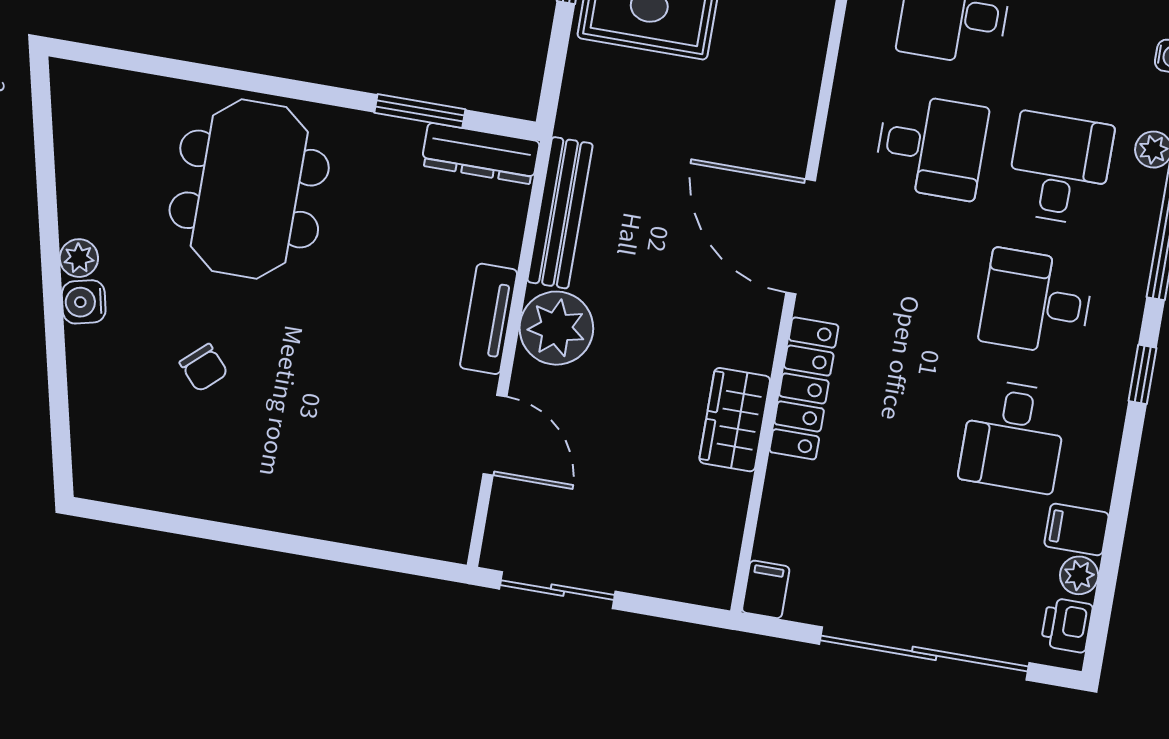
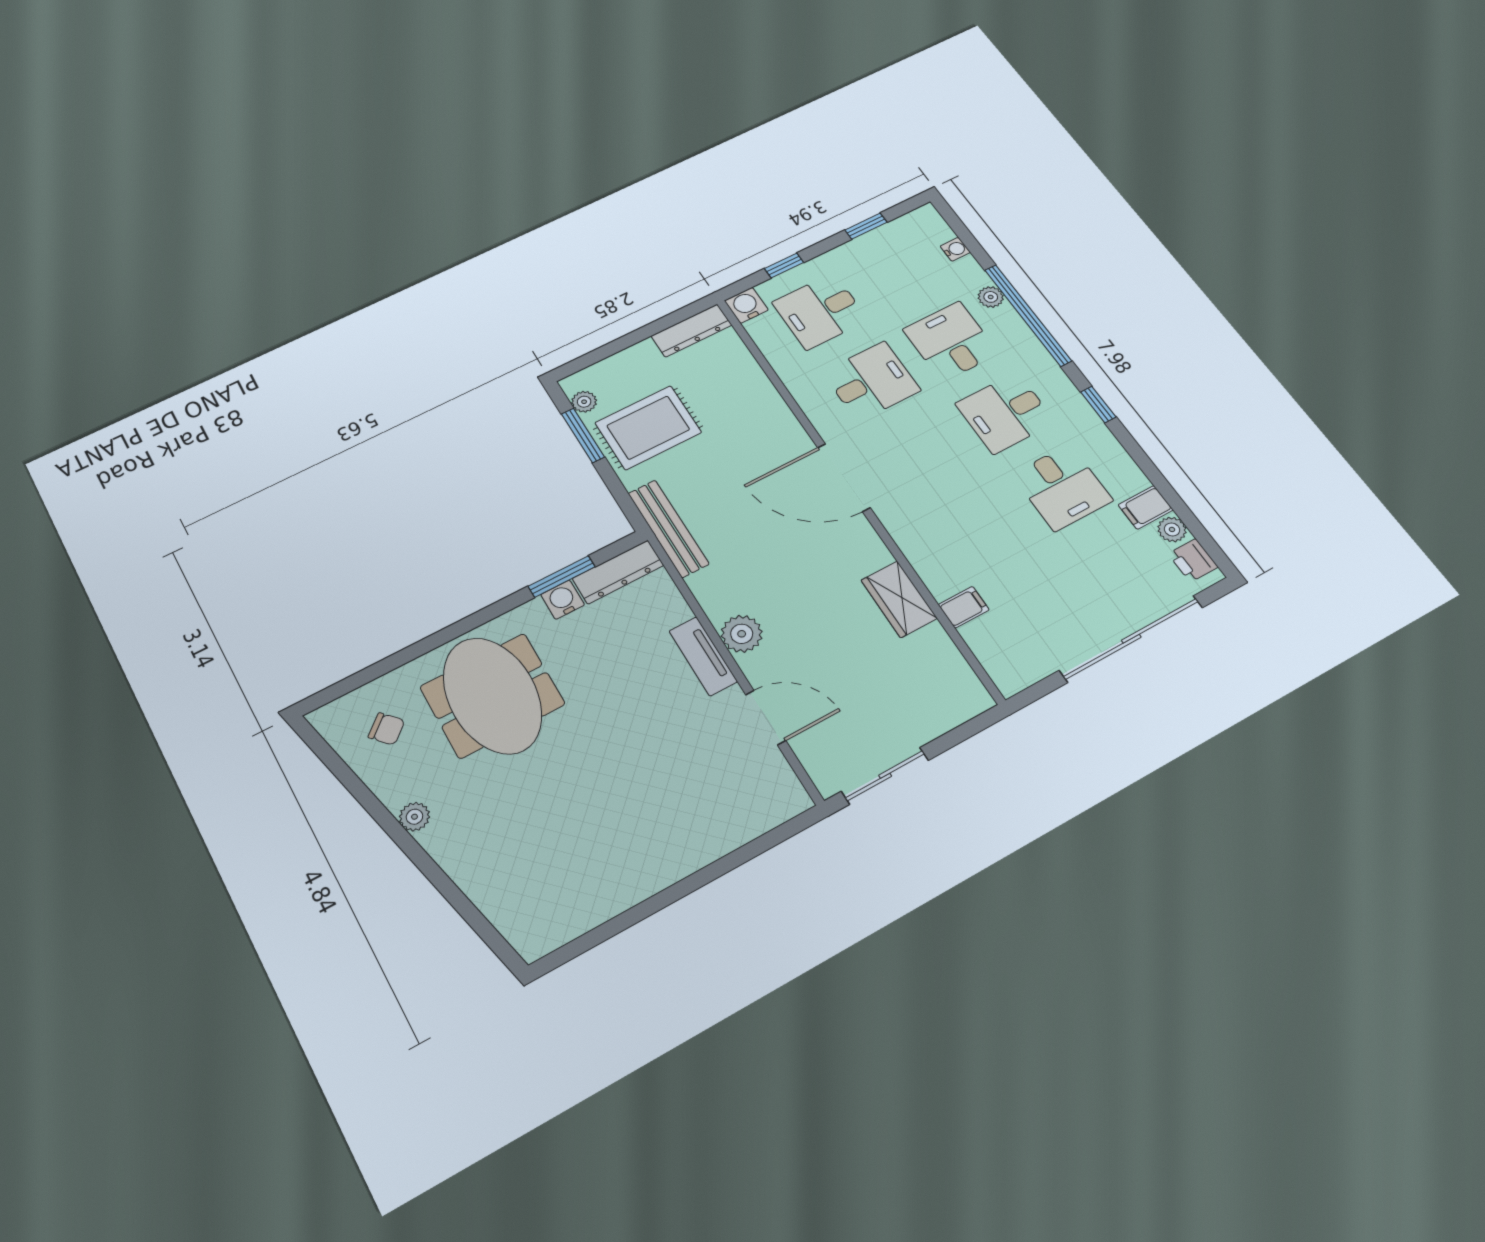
bench: (560, 213) -> (668, 528), moved
water cooler: (84, 302) -> (563, 600), moved, turned 103
plant: (556, 328) -> (742, 634), width x0.73, depth x0.73
chair: (204, 368) -> (387, 729), moved
locker: (804, 388) -> (922, 553), removed
filing cabinet: (766, 589) -> (964, 607), moved, turned 90

